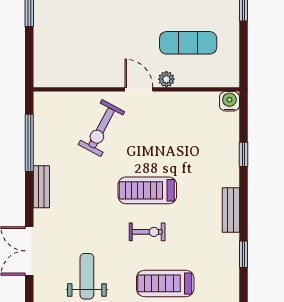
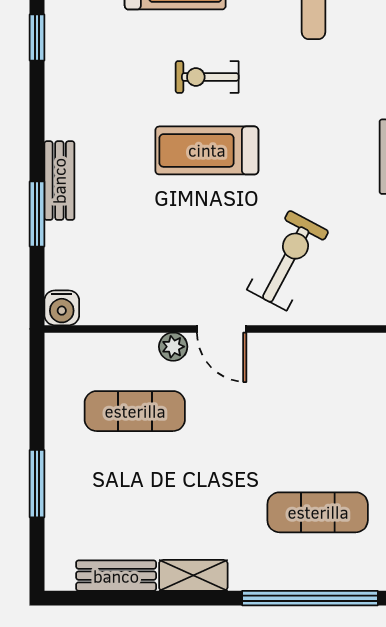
window: (243, 154) -> (37, 214), width x1.50
treadmill: (147, 190) -> (207, 150), turned 180
bench: (231, 210) -> (59, 181), moved

